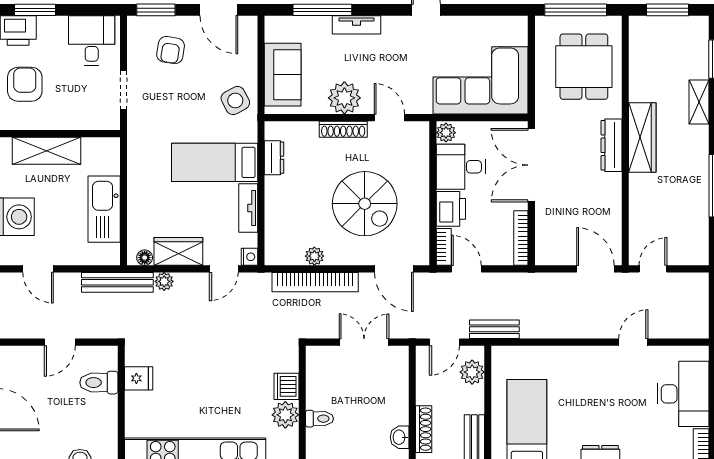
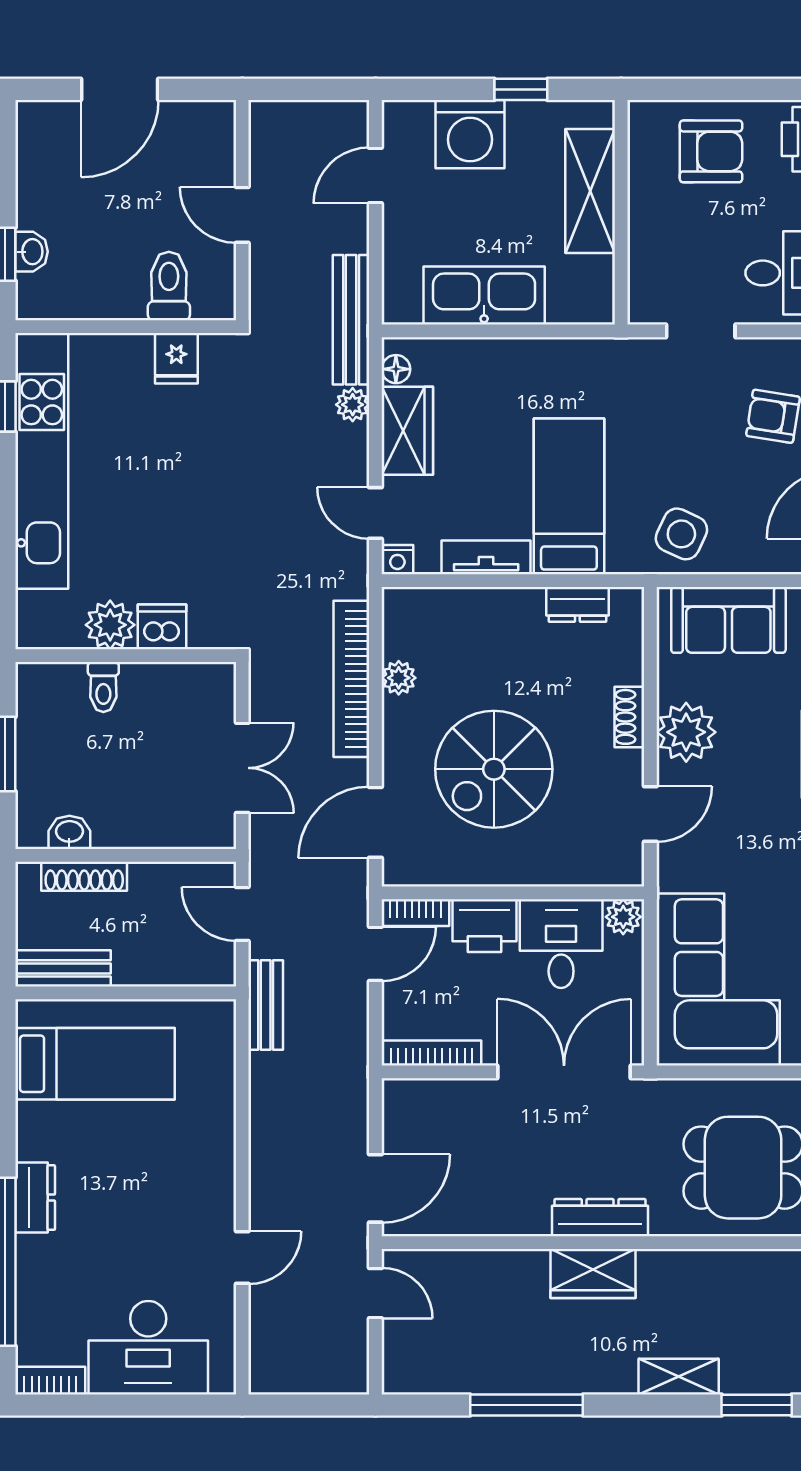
side table: (235, 101) -> (681, 534), turned -37
shoe rack: (343, 129) -> (629, 717), width x0.70
wardrobe: (642, 138) -> (593, 1274), width x0.67
door: (633, 342) -> (242, 1257), hinge flipped
plant: (472, 372) -> (188, 964), removed

